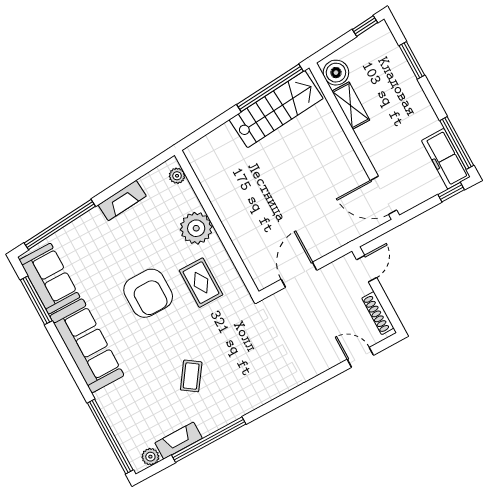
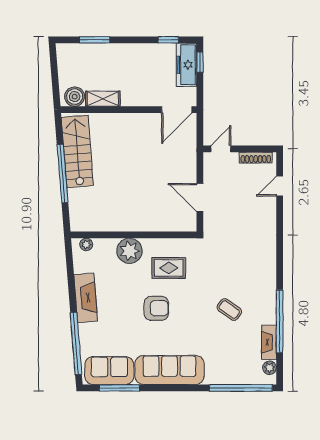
window: (365, 26) -> (53, 59), removed
window: (270, 88) -> (63, 174), moved
window: (457, 143) -> (168, 40), width x0.46
freezer: (446, 159) -> (187, 65), moved, turned 90
fireplace: (122, 201) -> (86, 298), width x1.37, depth x1.32
door: (367, 269) -> (221, 149), hinge flipped
armchair: (148, 293) -> (156, 308), width x0.73, depth x0.73

